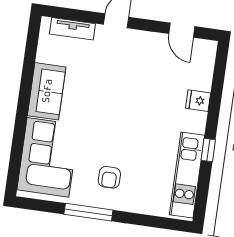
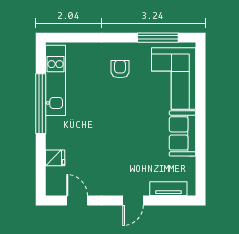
fridge: (198, 101) -> (55, 158), moved
window: (208, 150) -> (41, 104), width x3.17
window: (88, 212) -> (158, 38), moved

